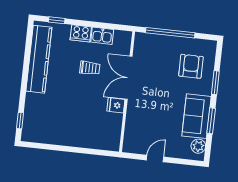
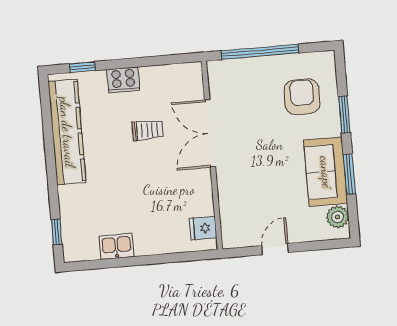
kitchen sink: (102, 36) -> (116, 246), moved, turned 180
fridge: (116, 105) -> (203, 228), moved

